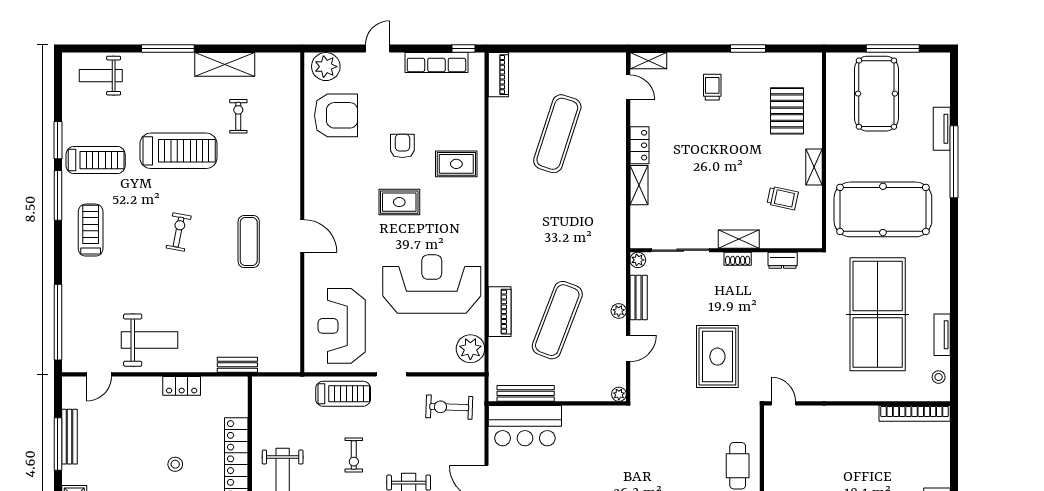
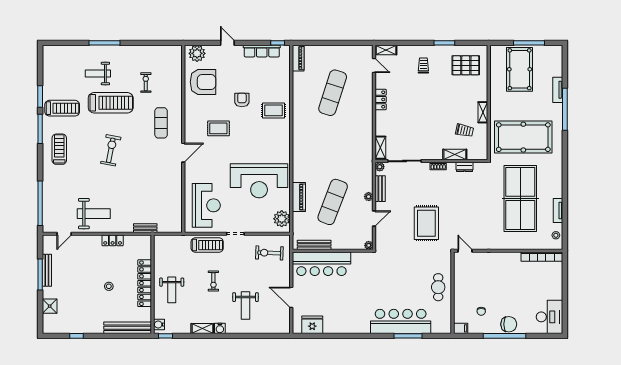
door: (378, 49) -> (227, 43), hinge flipped
shelving: (225, 64) -> (138, 52), removed
weight bench: (101, 76) -> (98, 74), moved
pallet: (787, 111) -> (466, 65), moved, turned 90
shelving: (639, 185) -> (380, 148), moved
rug: (399, 202) -> (218, 128), moved
exercise bike: (179, 232) -> (111, 150), width x1.38, depth x1.39
door: (302, 236) -> (183, 153), hinge flipped
shelving: (739, 239) -> (455, 154), moved
exercise mat: (249, 241) -> (161, 123), moved
reception desk: (432, 284) -> (259, 181), turned 180
reception desk: (342, 326) -> (206, 205), turned 180
bar counter: (525, 426) -> (321, 264), width x1.36

